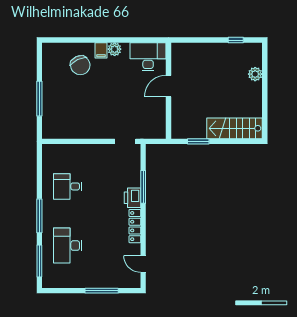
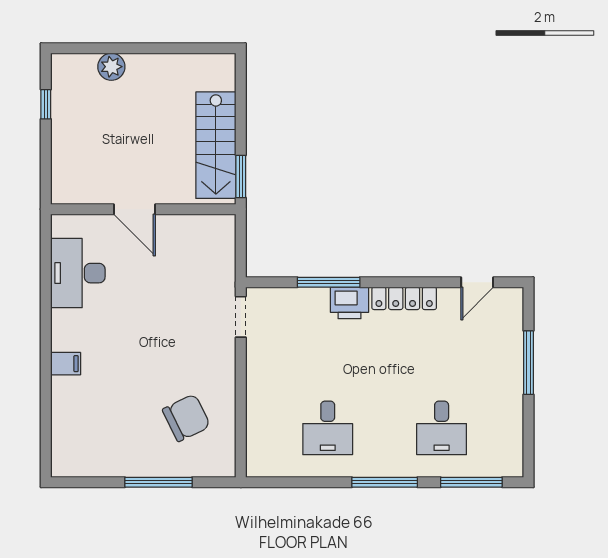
plant: (115, 49) -> (64, 338), removed
chair: (80, 65) -> (186, 418), moved
door: (169, 86) -> (135, 209), moved
wall: (169, 91) -> (143, 209), moved
stairs: (235, 128) -> (216, 145), moved
desk: (68, 246) -> (442, 428), width x0.73

